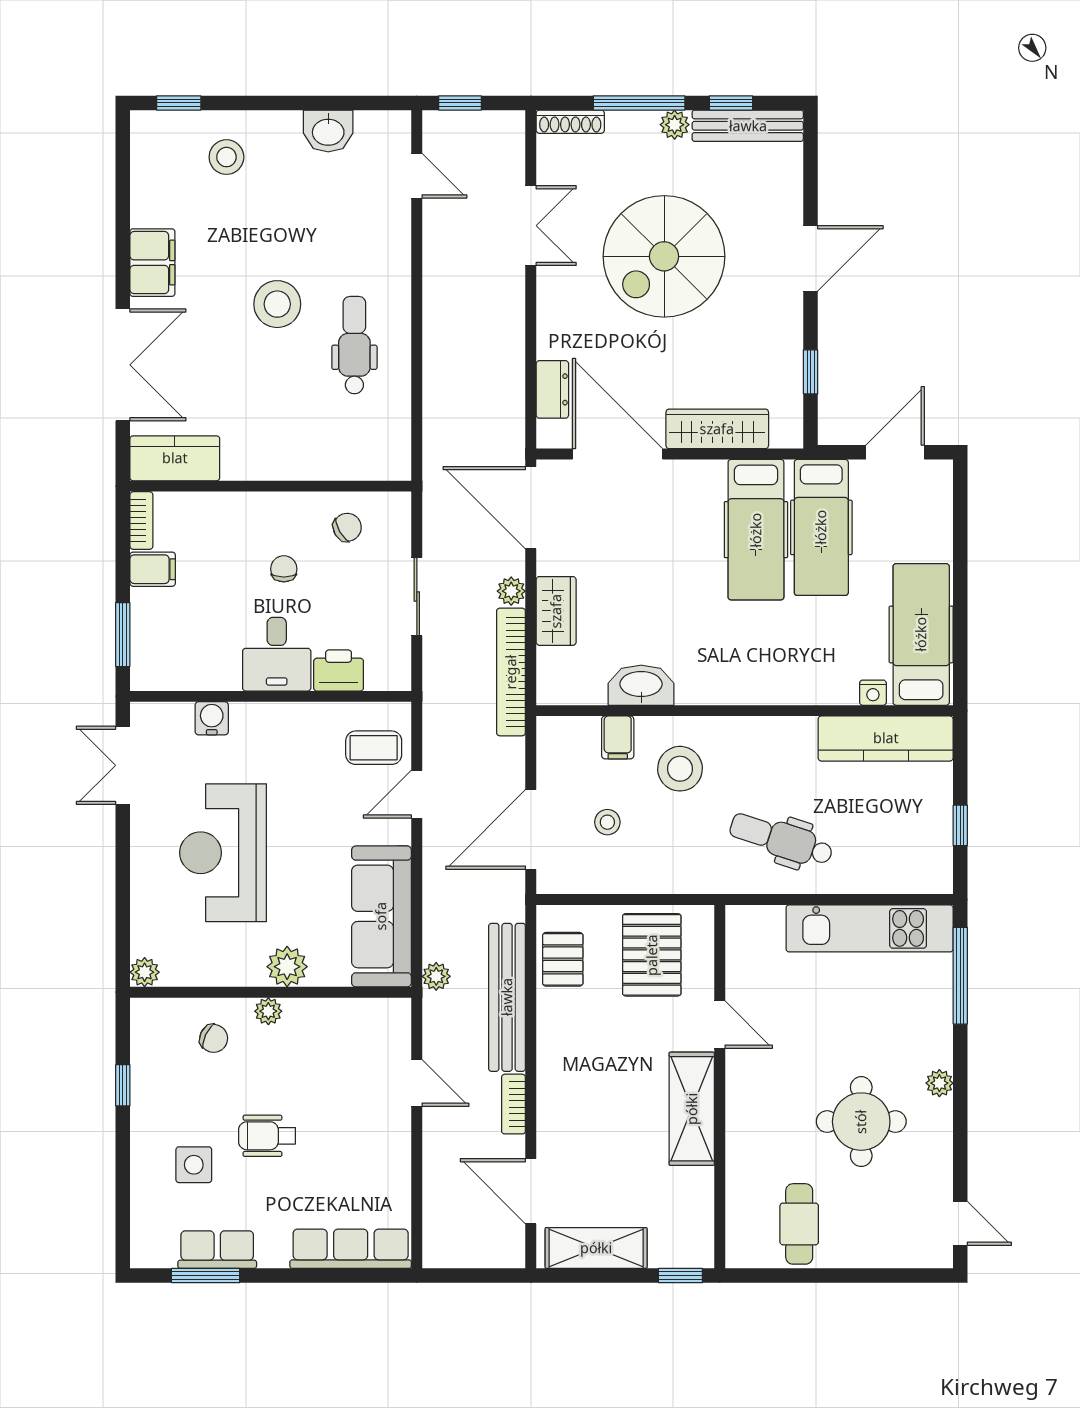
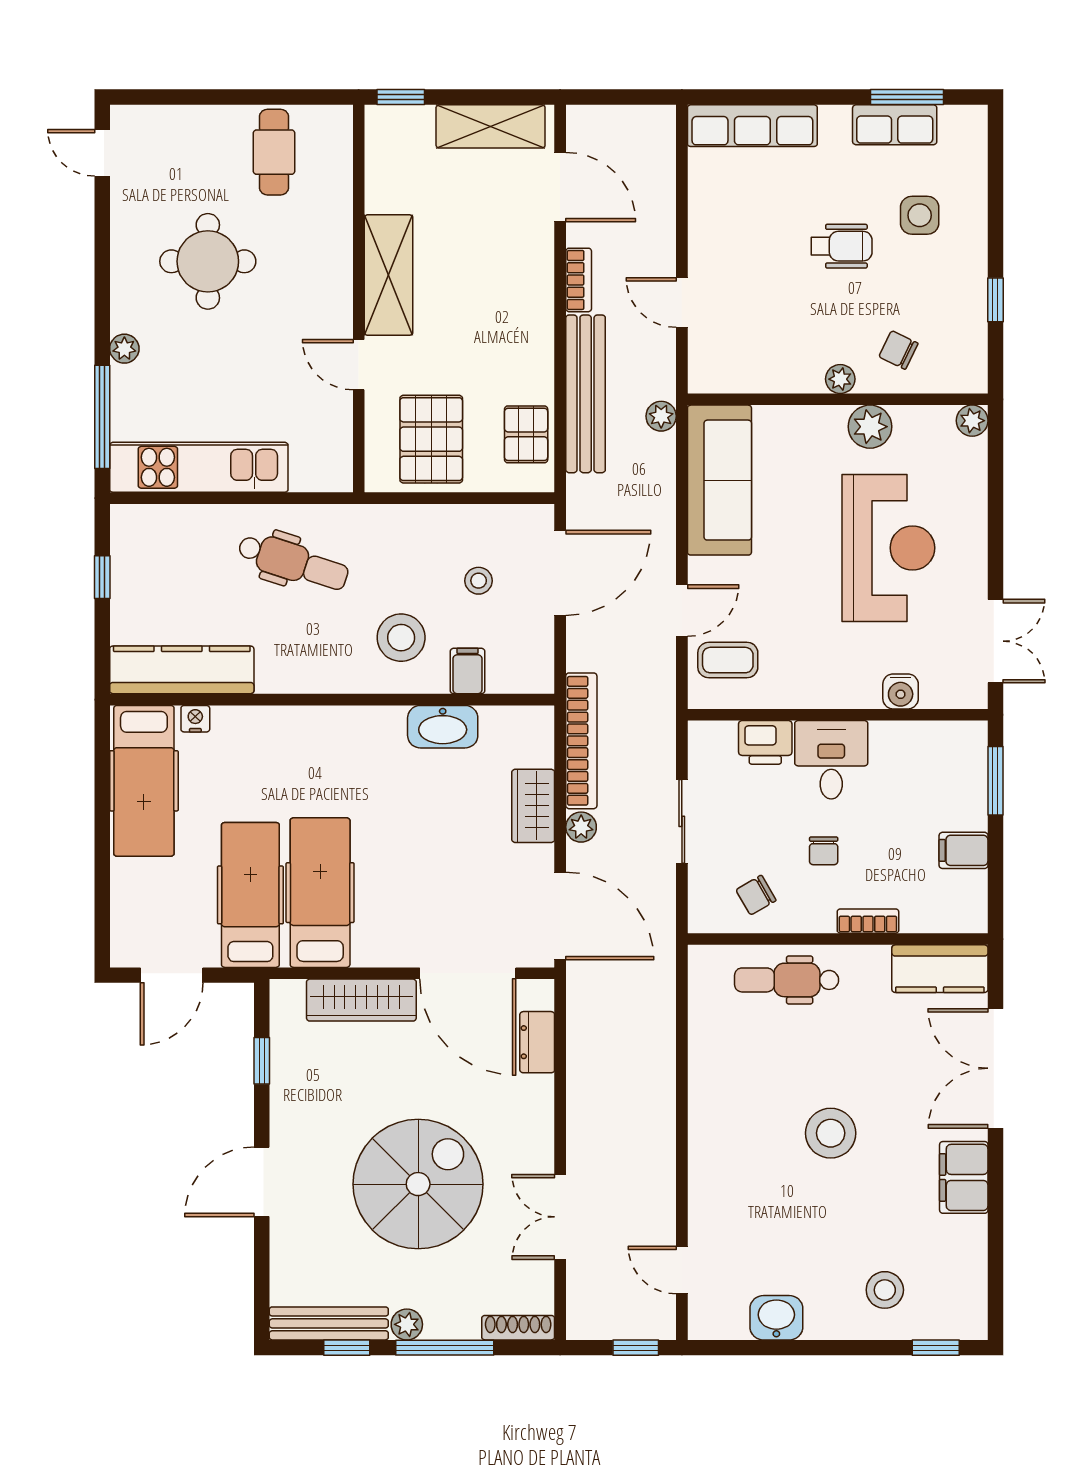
dental chair: (354, 345) -> (787, 980), moved, turned 90
bookcase: (141, 520) -> (868, 921), moved, turned 90
plant: (287, 967) -> (870, 427), moved
plant: (939, 1083) -> (124, 349), moved

